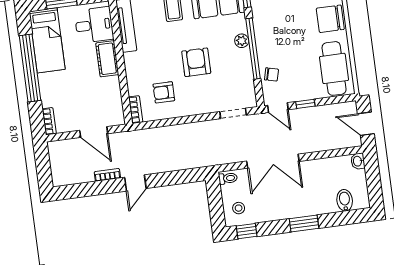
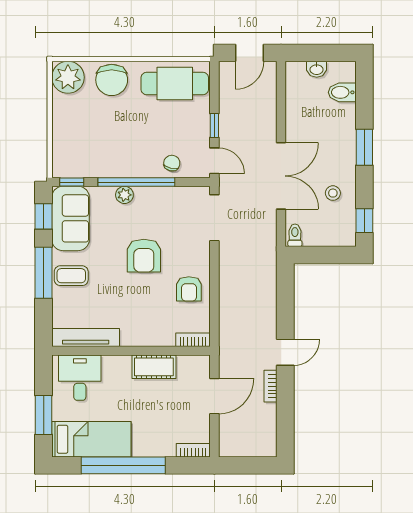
cot: (107, 59) -> (154, 367), moved
armchair: (196, 62) -> (144, 256), turned -90
armchair: (164, 92) -> (189, 289), moved
door: (278, 107) -> (214, 161), hinge flipped
doorway: (233, 113) -> (214, 218), width x1.38
washbasin: (358, 161) -> (317, 69), moved
door: (135, 183) -> (285, 352), hinge flipped
stool: (239, 208) -> (333, 193), moved

